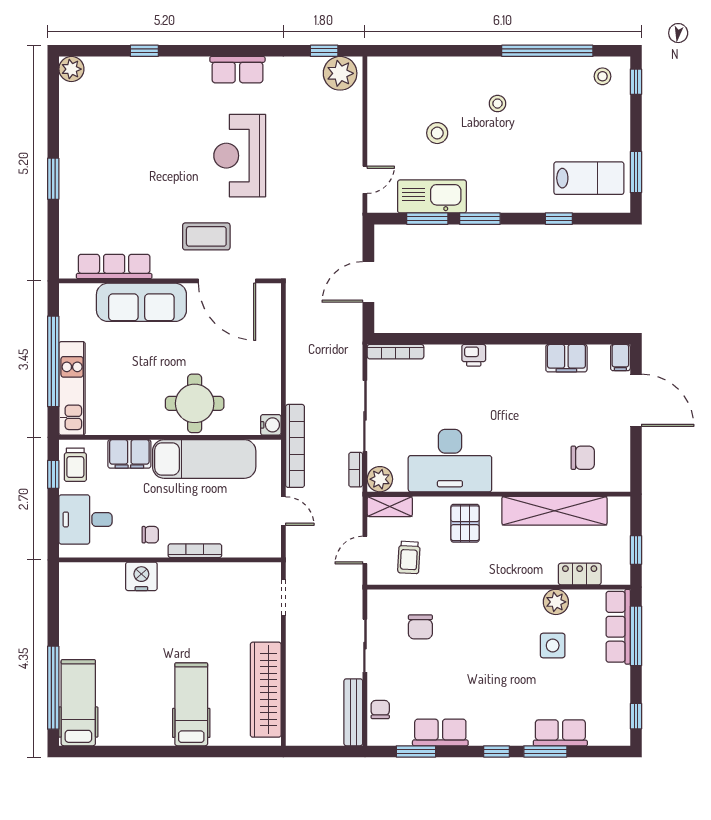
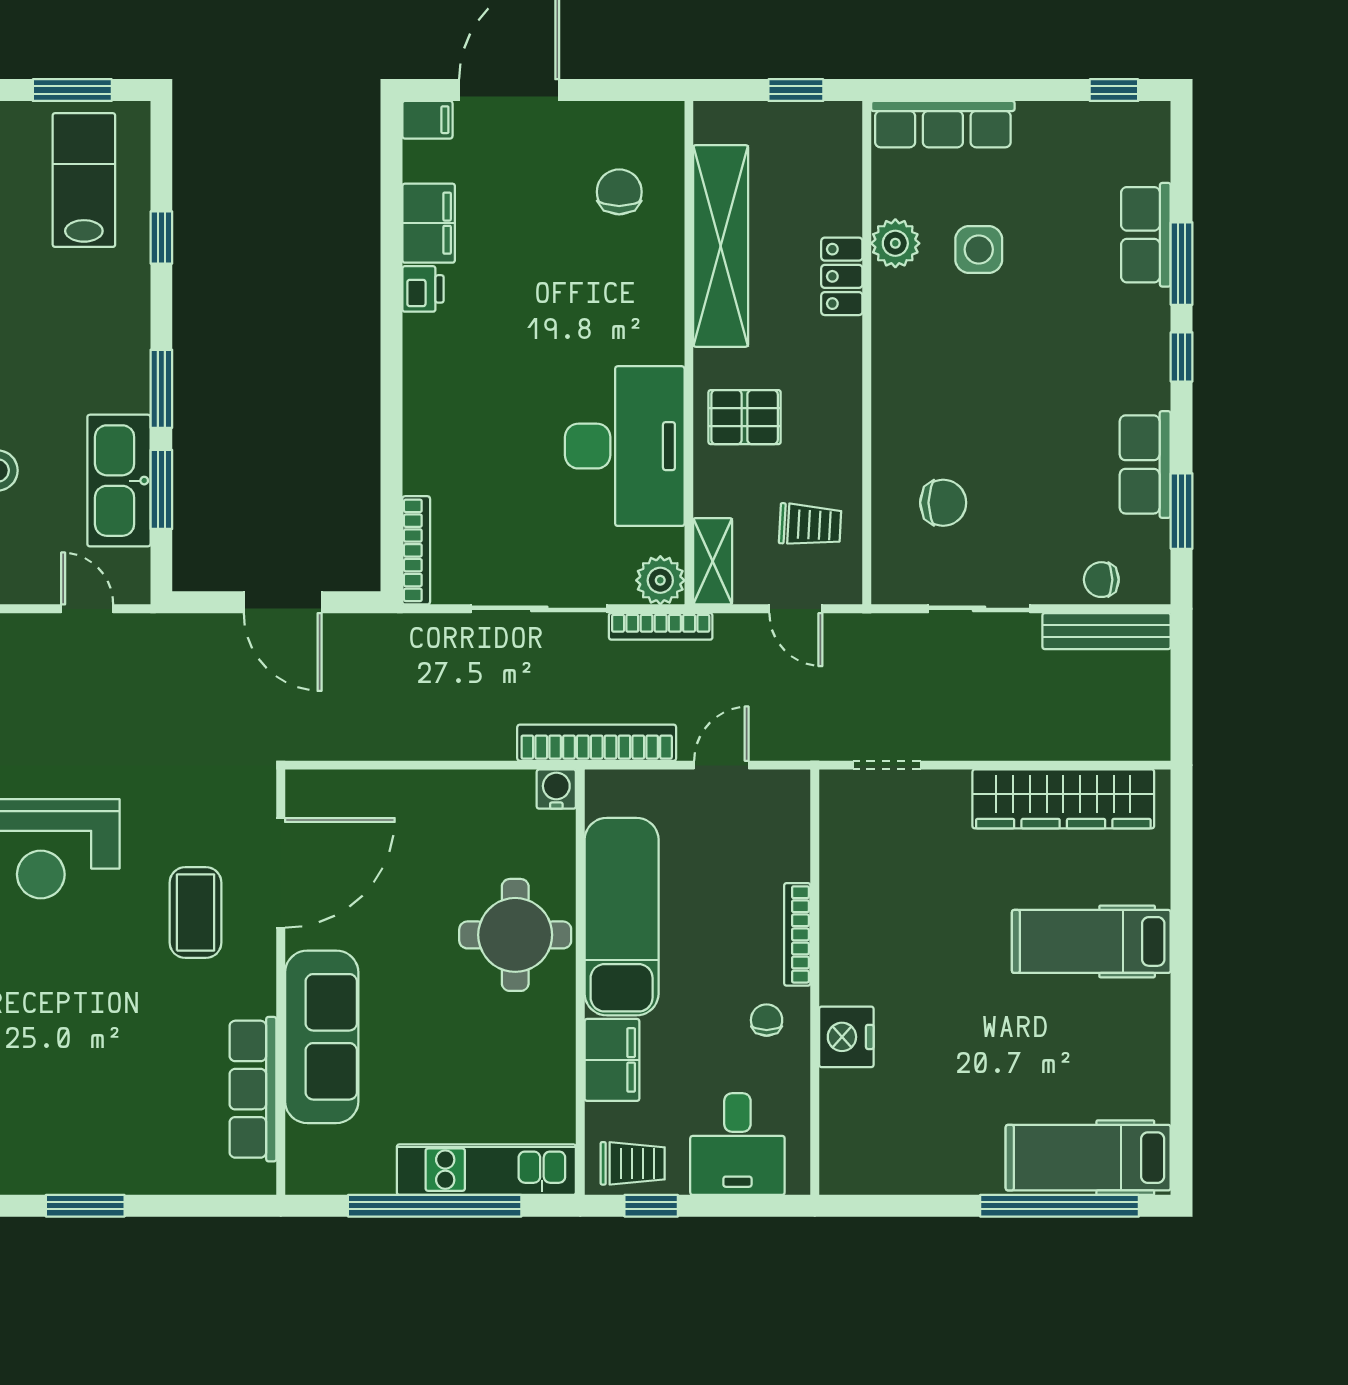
printer: (474, 355) -> (423, 289), moved
bookcase: (356, 470) -> (661, 626), width x1.56
locker: (580, 574) -> (842, 276), moved
window: (636, 636) -> (960, 90), removed

